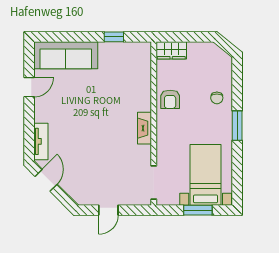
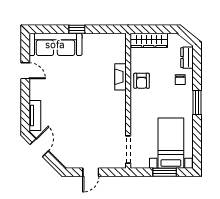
window: (114, 37) -> (77, 29), moved
wardrobe: (171, 50) -> (149, 40), width x1.50
dresser: (225, 71) -> (187, 58), added
door: (29, 87) -> (25, 71), hinge flipped
fireplace: (144, 128) -> (120, 77), moved

